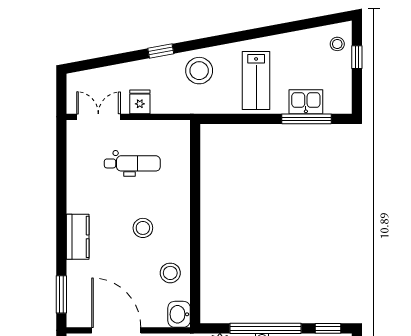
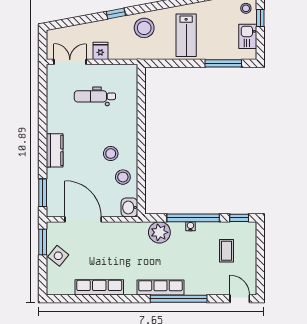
kitchen sink: (306, 102) -> (248, 36), moved, turned -90
dental chair: (132, 163) -> (95, 96), turned 180
stool: (143, 228) -> (111, 154), moved

